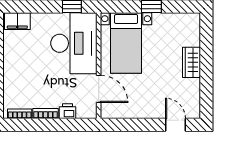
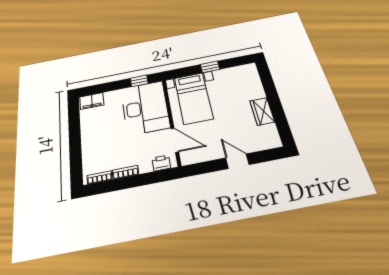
wardrobe: (191, 62) -> (262, 111), moved
printer: (68, 111) -> (161, 163), moved
door: (175, 125) -> (237, 161), moved

